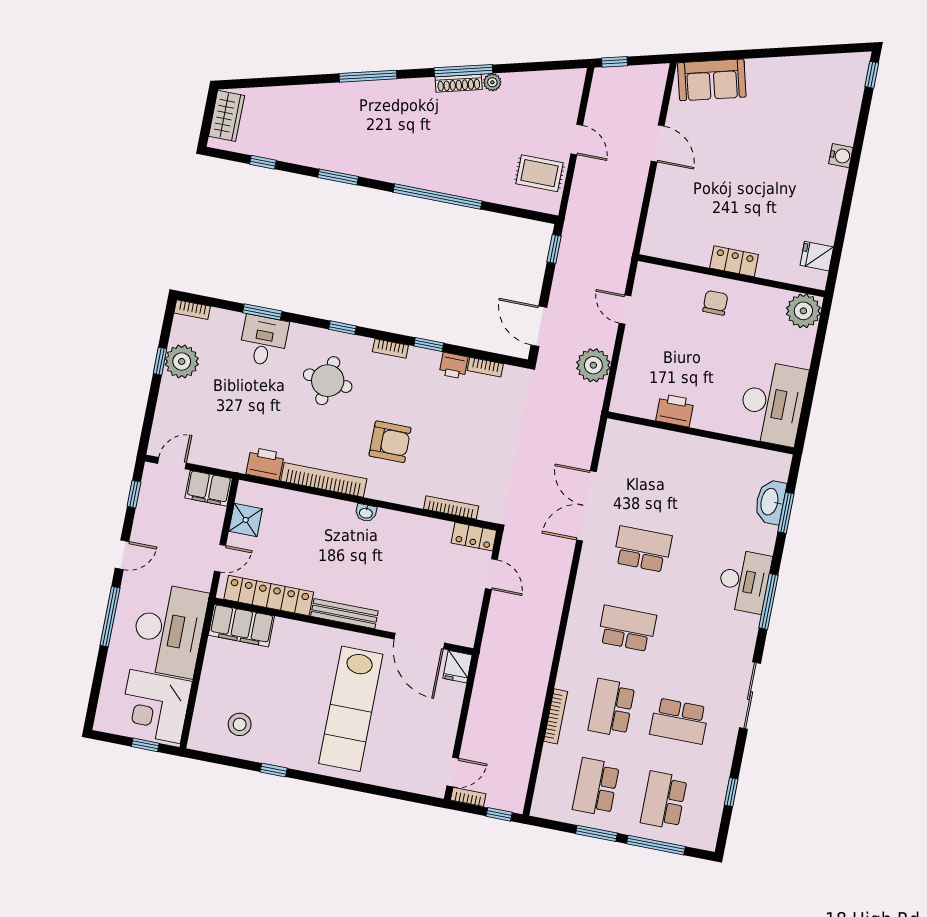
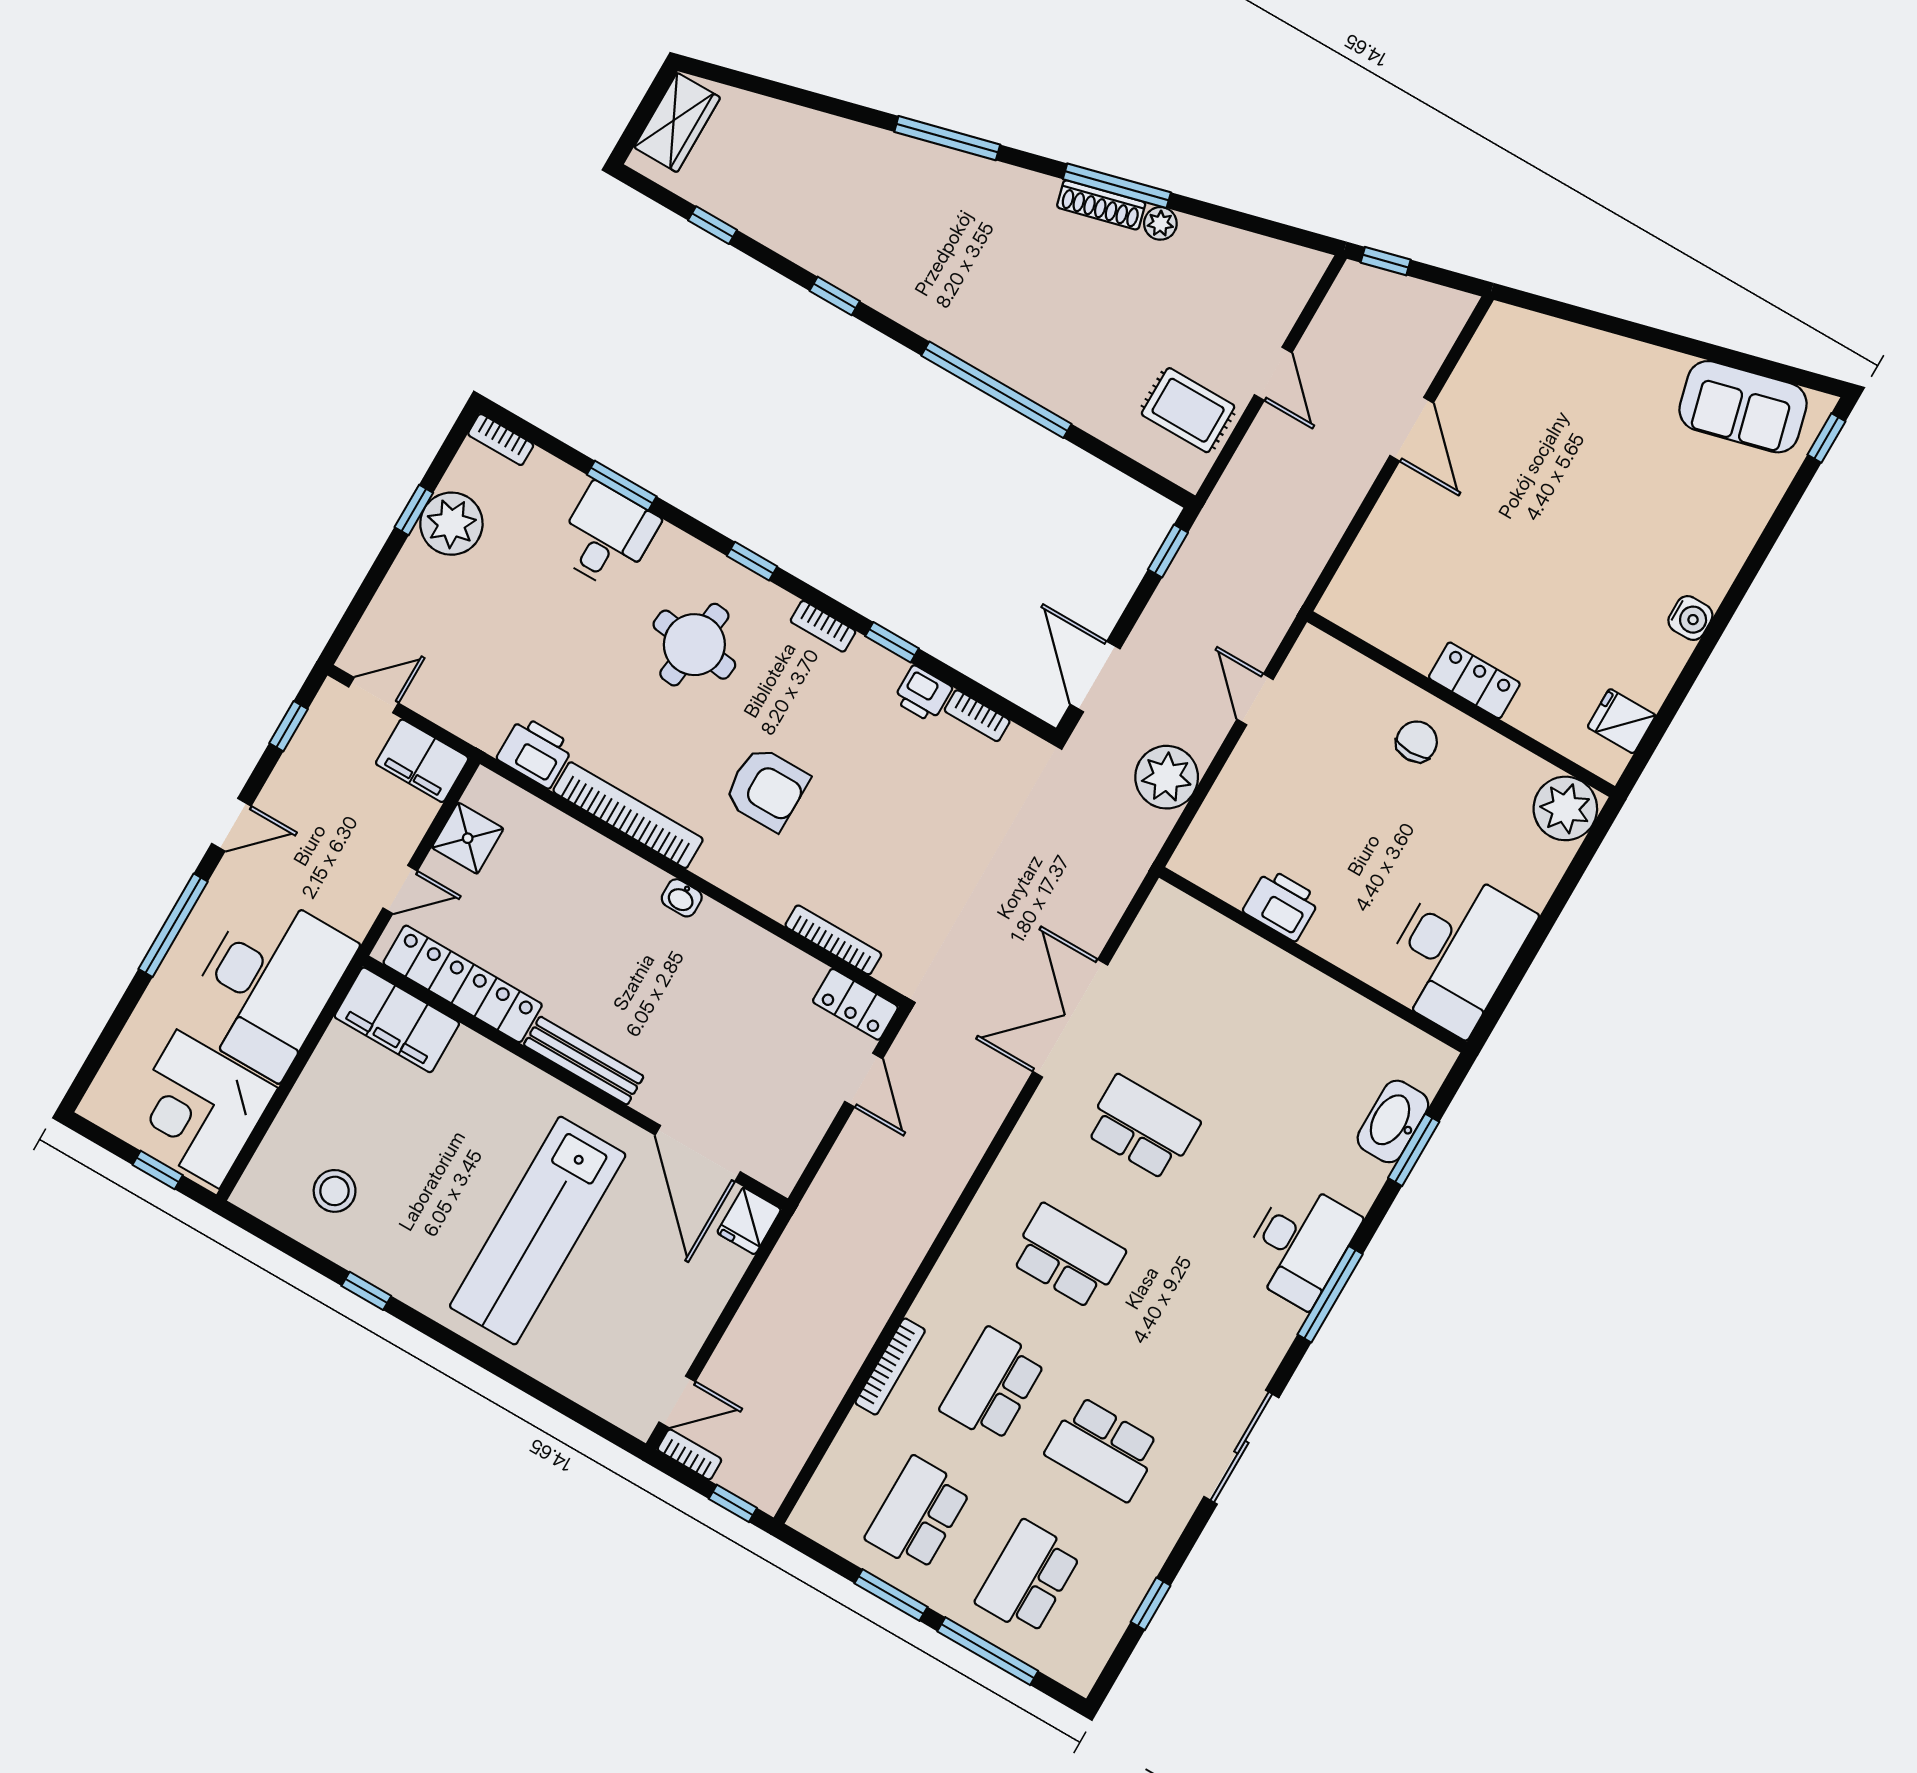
sofa: (712, 80) -> (1743, 407), moved
water cooler: (841, 156) -> (1690, 618), moved
window: (338, 177) -> (835, 296), width x0.67

